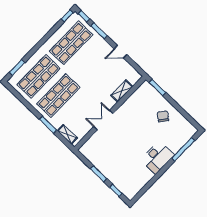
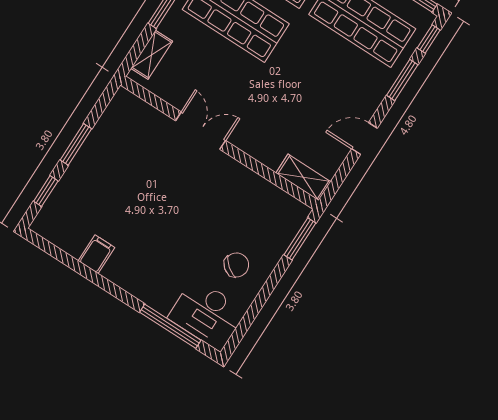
door: (120, 52) -> (365, 138), hinge flipped
shelving: (122, 91) -> (303, 177), moved
desk: (157, 157) -> (207, 314), moved
filing cabinet: (147, 174) -> (96, 254), added

